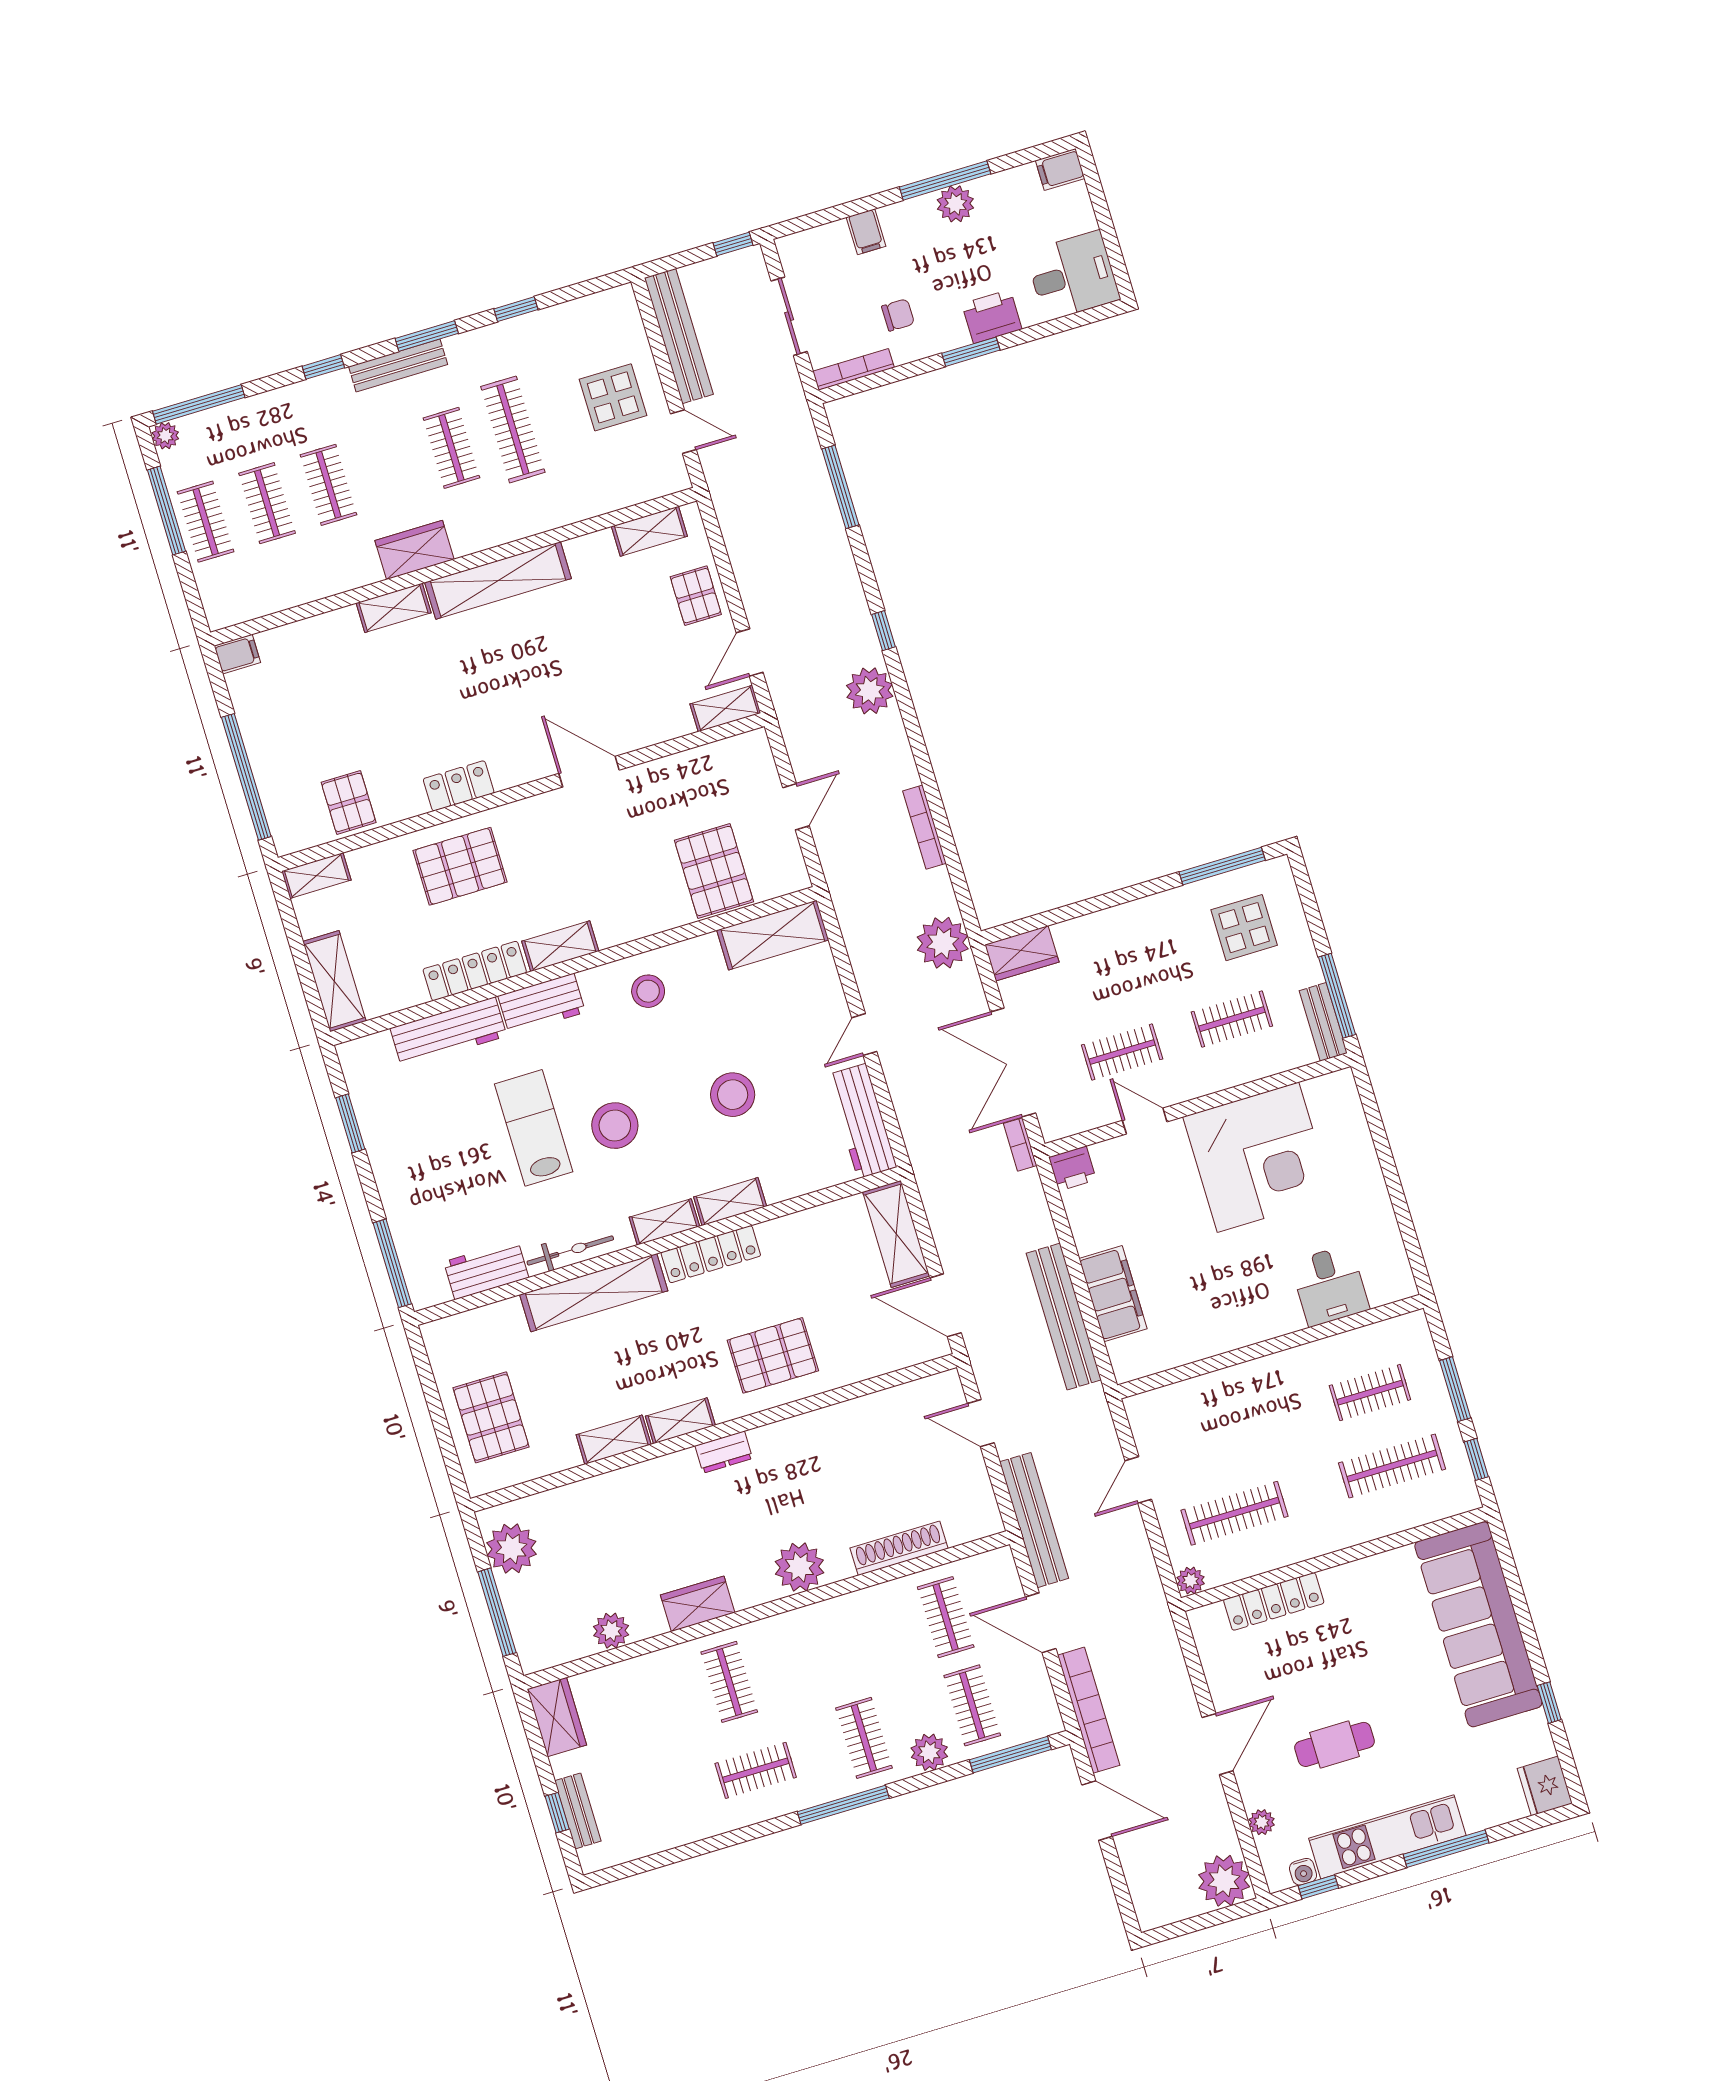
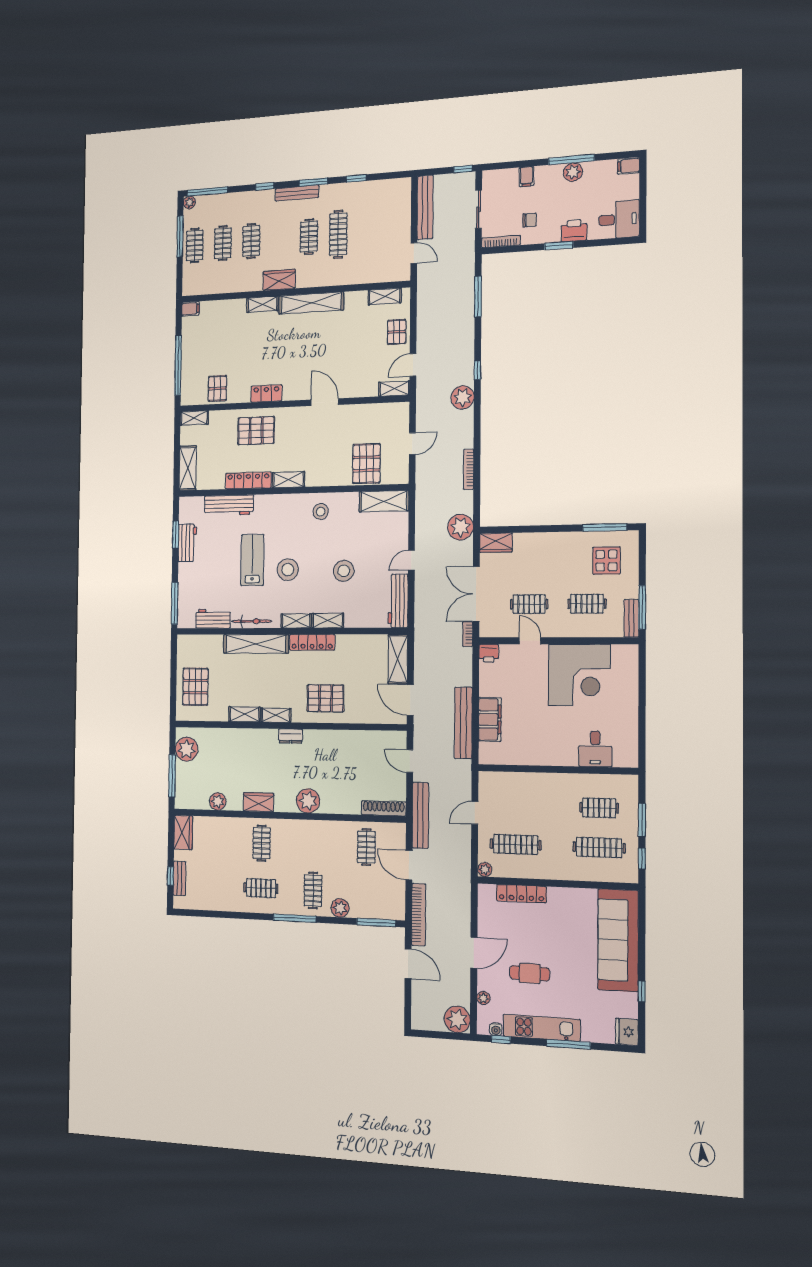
display table: (613, 397) -> (387, 230), removed
workbench: (542, 1004) -> (187, 543), moved, turned -90
shoe rack: (899, 1548) -> (384, 808), moved
clothes rail: (972, 1705) -> (366, 893), removed

